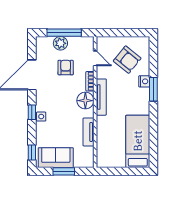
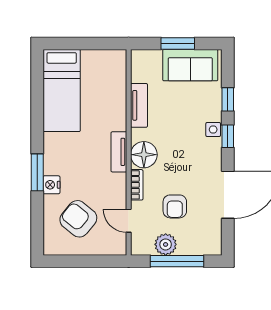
plant: (60, 43) -> (166, 244), moved
tv unit: (101, 97) -> (119, 152), width x0.71
window: (32, 152) -> (228, 99), moved

